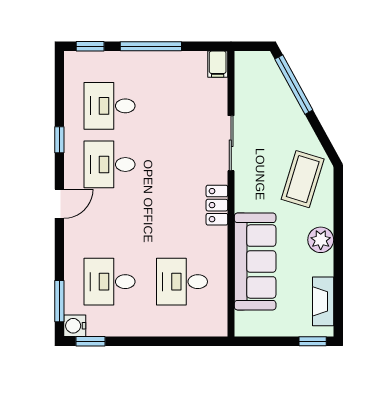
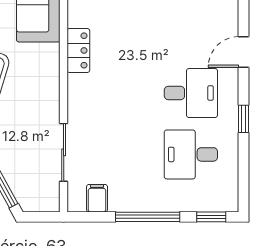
filing cabinet: (218, 64) -> (97, 198), moved
desk: (110, 106) -> (191, 154), turned 180
sliding door: (231, 143) -> (64, 152), moved

